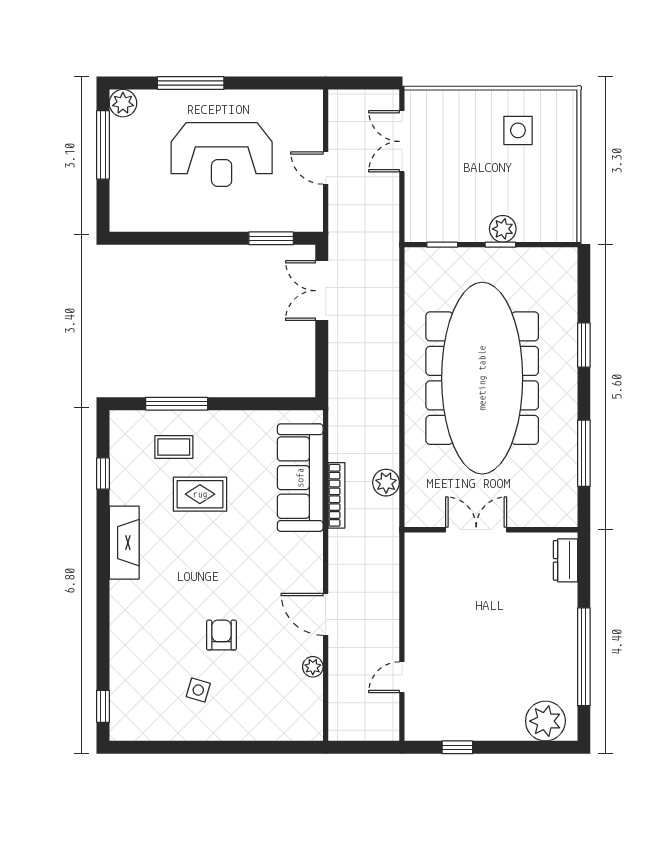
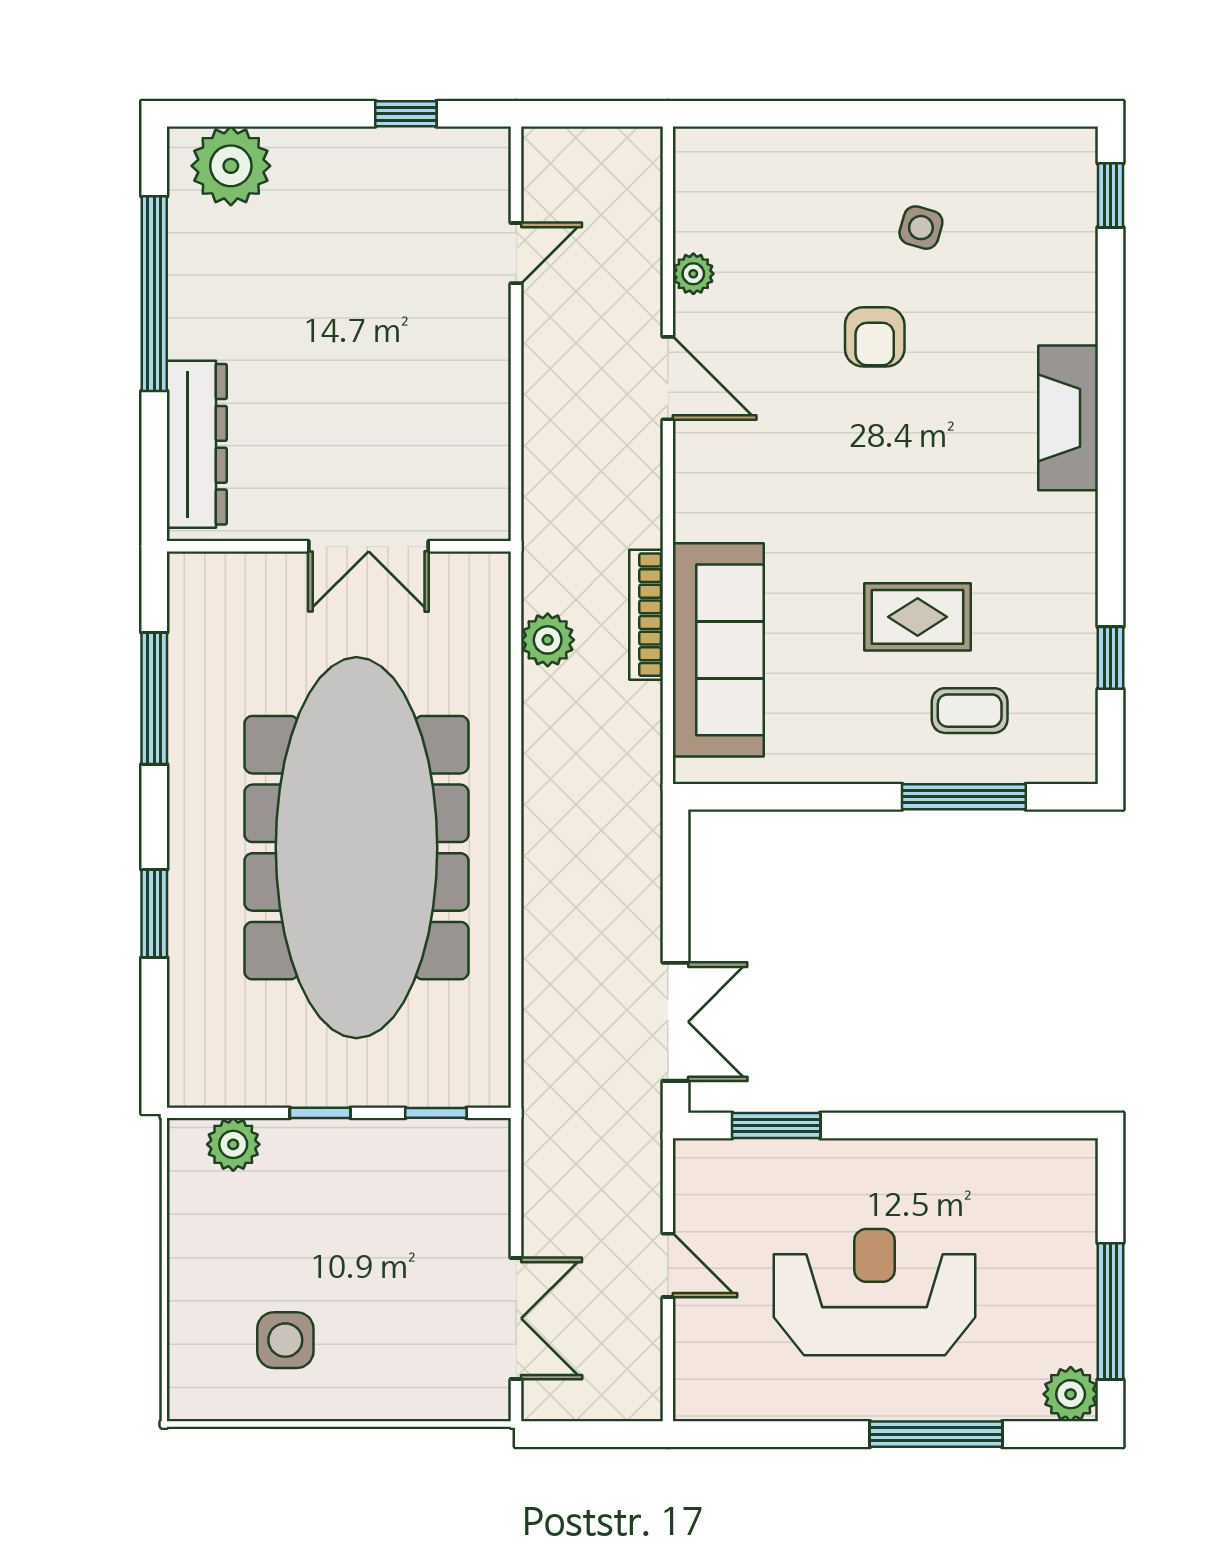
plant: (503, 229) -> (233, 1144), moved
fireplace: (124, 543) -> (1068, 418), moved
dresser: (565, 560) -> (197, 444), width x1.96, depth x1.24

